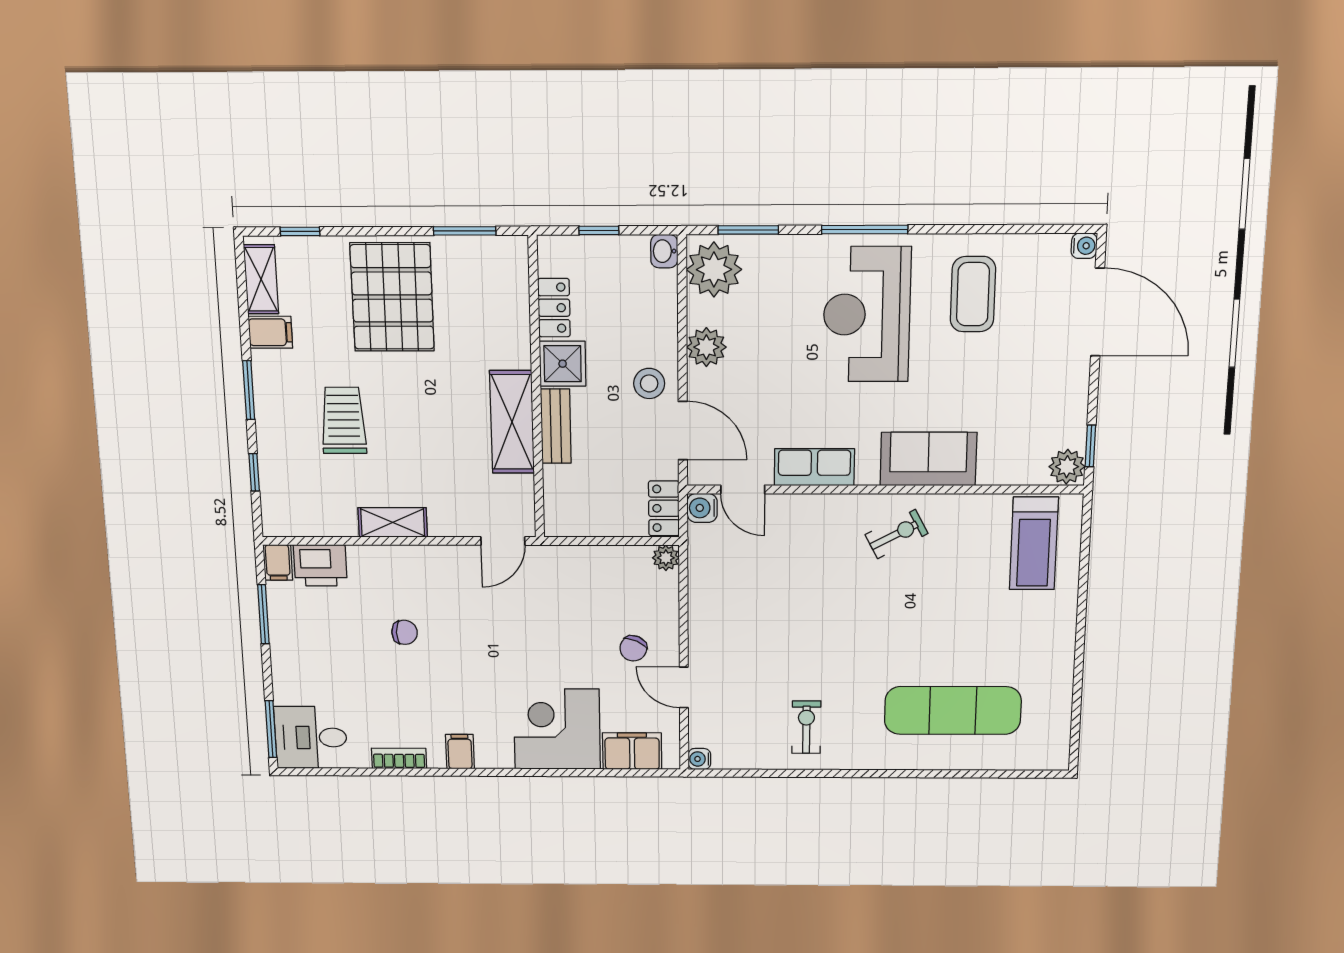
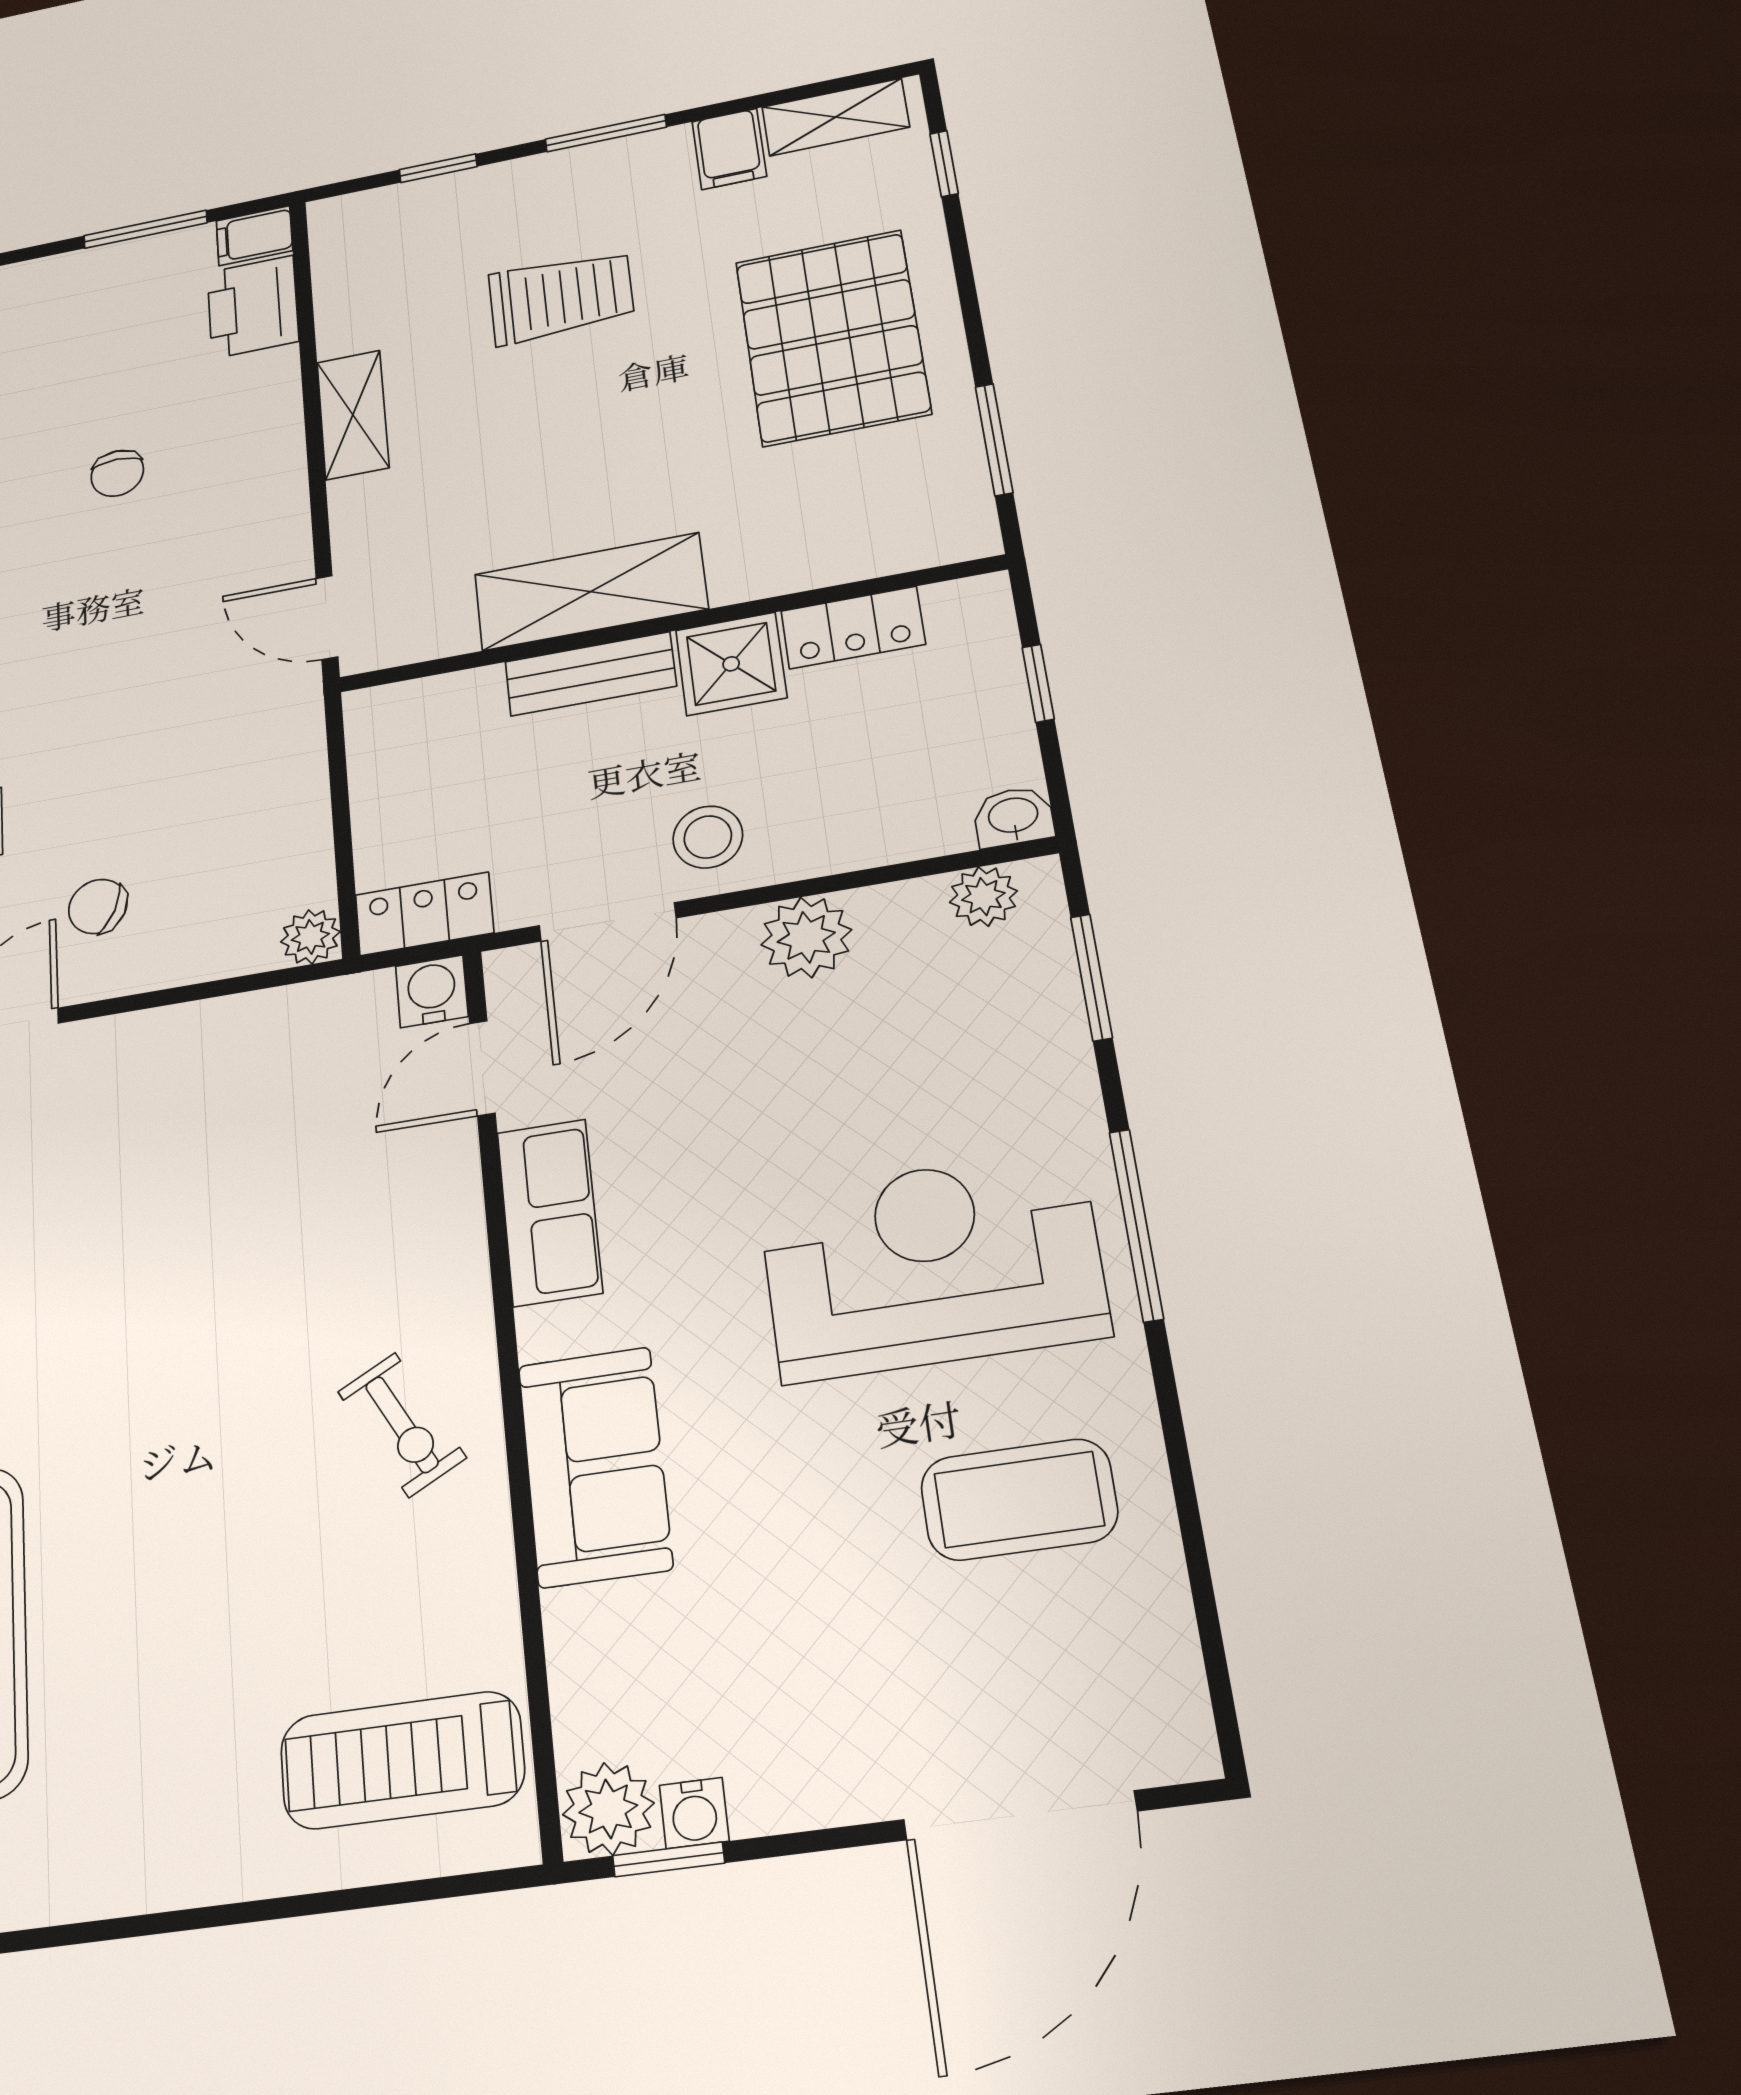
water cooler: (1084, 246) -> (694, 1813), moved
plant: (714, 270) -> (983, 897), width x0.53, depth x0.53
pallet: (392, 297) -> (832, 337), turned 90

